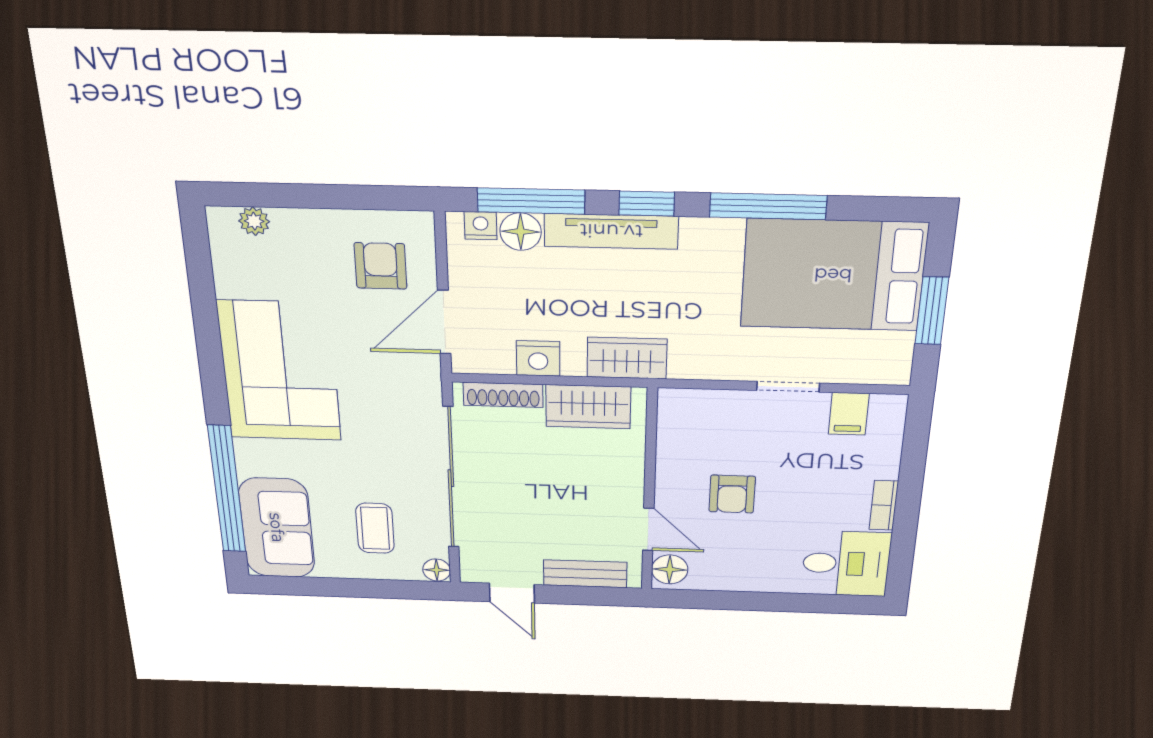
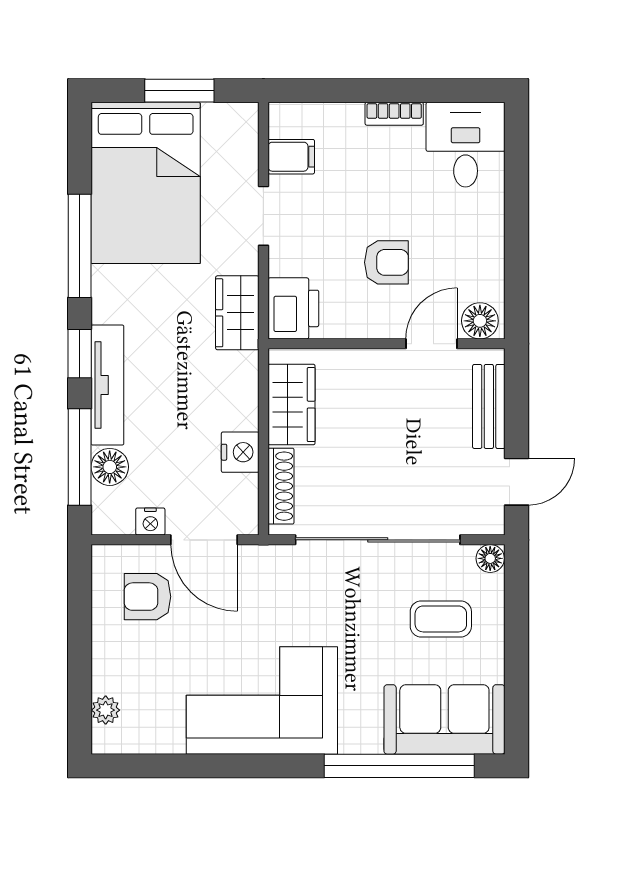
nightstand: (481, 226) -> (150, 522), moved, turned -90
wardrobe: (627, 358) -> (237, 313), moved
printer: (689, 411) -> (293, 308), added

